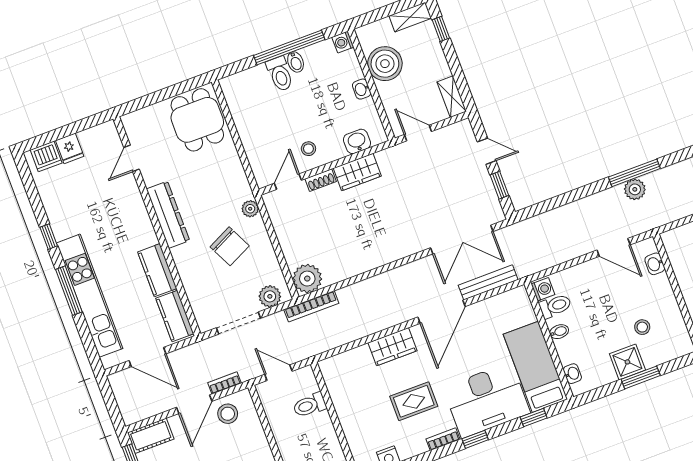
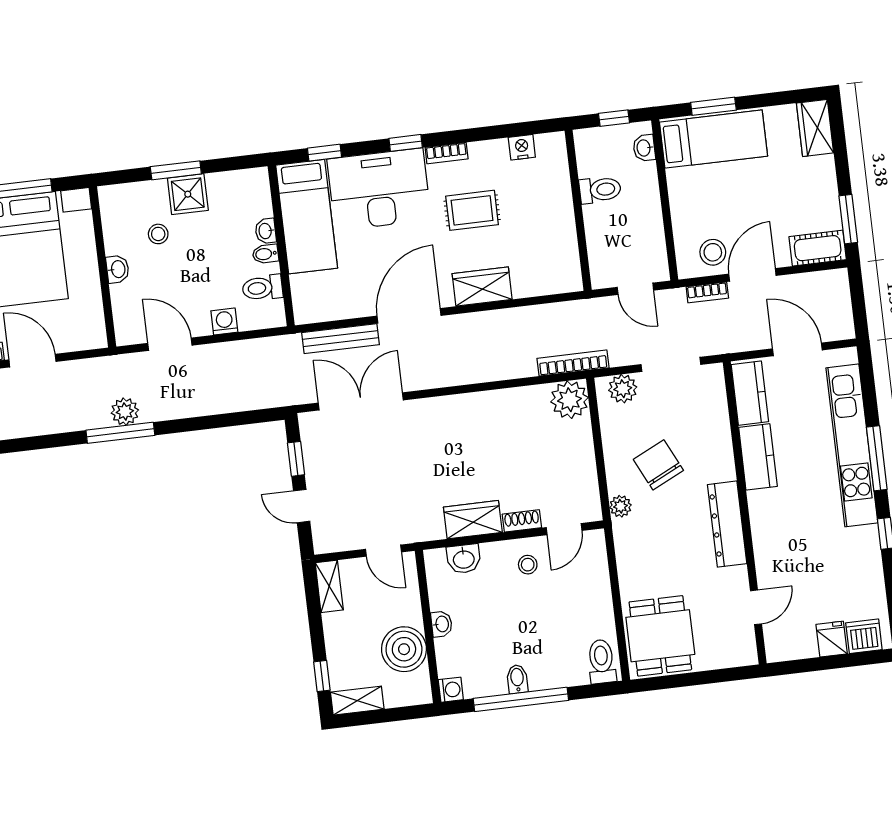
toilet: (280, 74) -> (602, 661), moved
washbasin: (655, 264) -> (118, 269), moved
washing machine: (543, 289) -> (224, 321), moved, turned 90
washbasin: (572, 374) -> (266, 231), moved
toilet: (310, 405) -> (600, 190), moved

